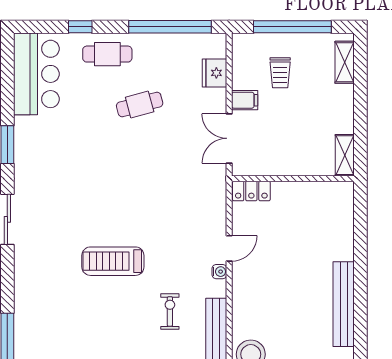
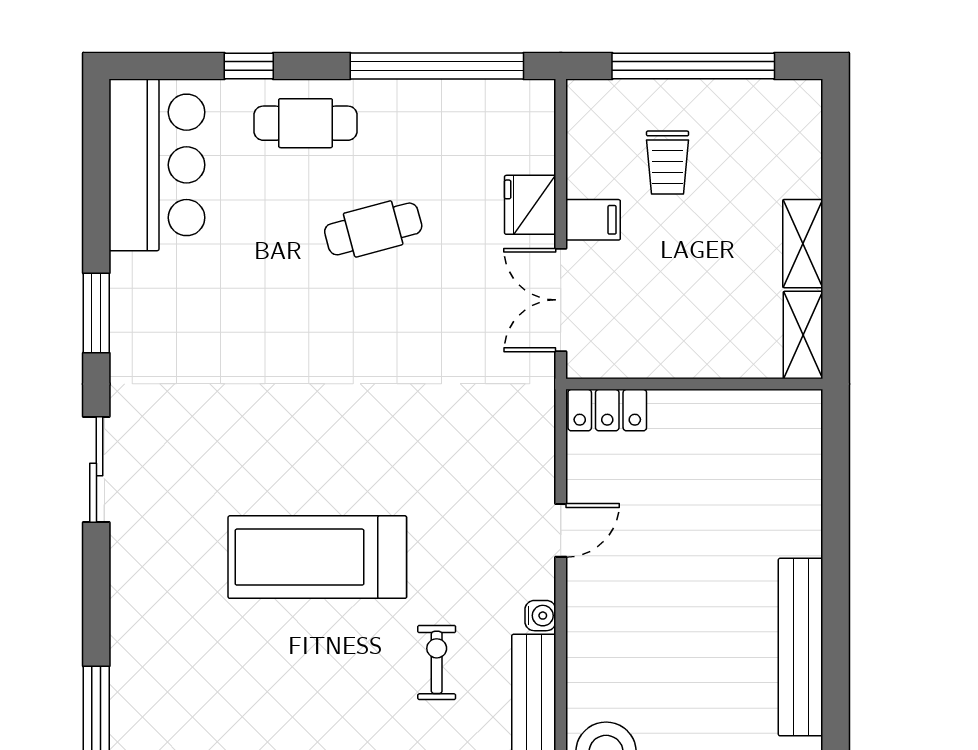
shelving: (345, 62) -> (803, 244), moved
fridge: (214, 73) -> (530, 205), moved
treadmill: (113, 261) -> (317, 557), width x1.37, depth x1.38
water cooler: (219, 272) -> (540, 616), moved

